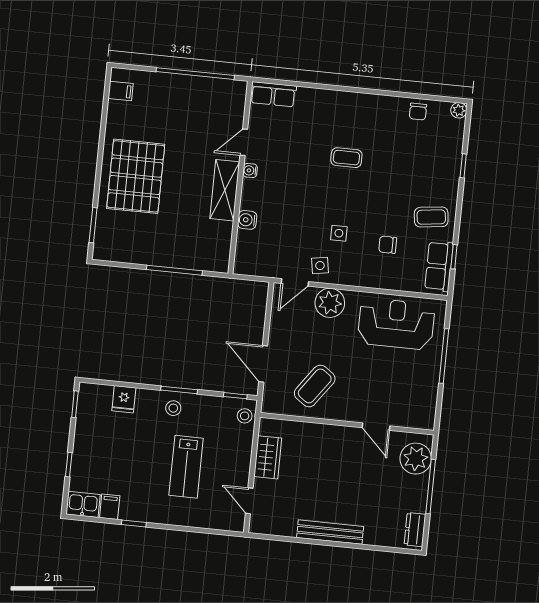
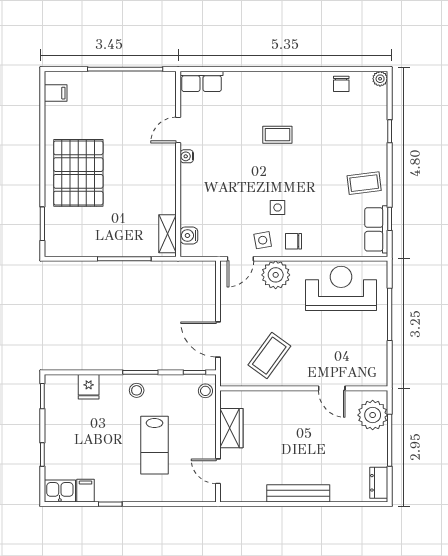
shelving: (225, 190) -> (168, 234), moved, width x0.67, depth x0.75
water cooler: (247, 220) -> (189, 236), moved
chair: (388, 245) -> (294, 241), moved

